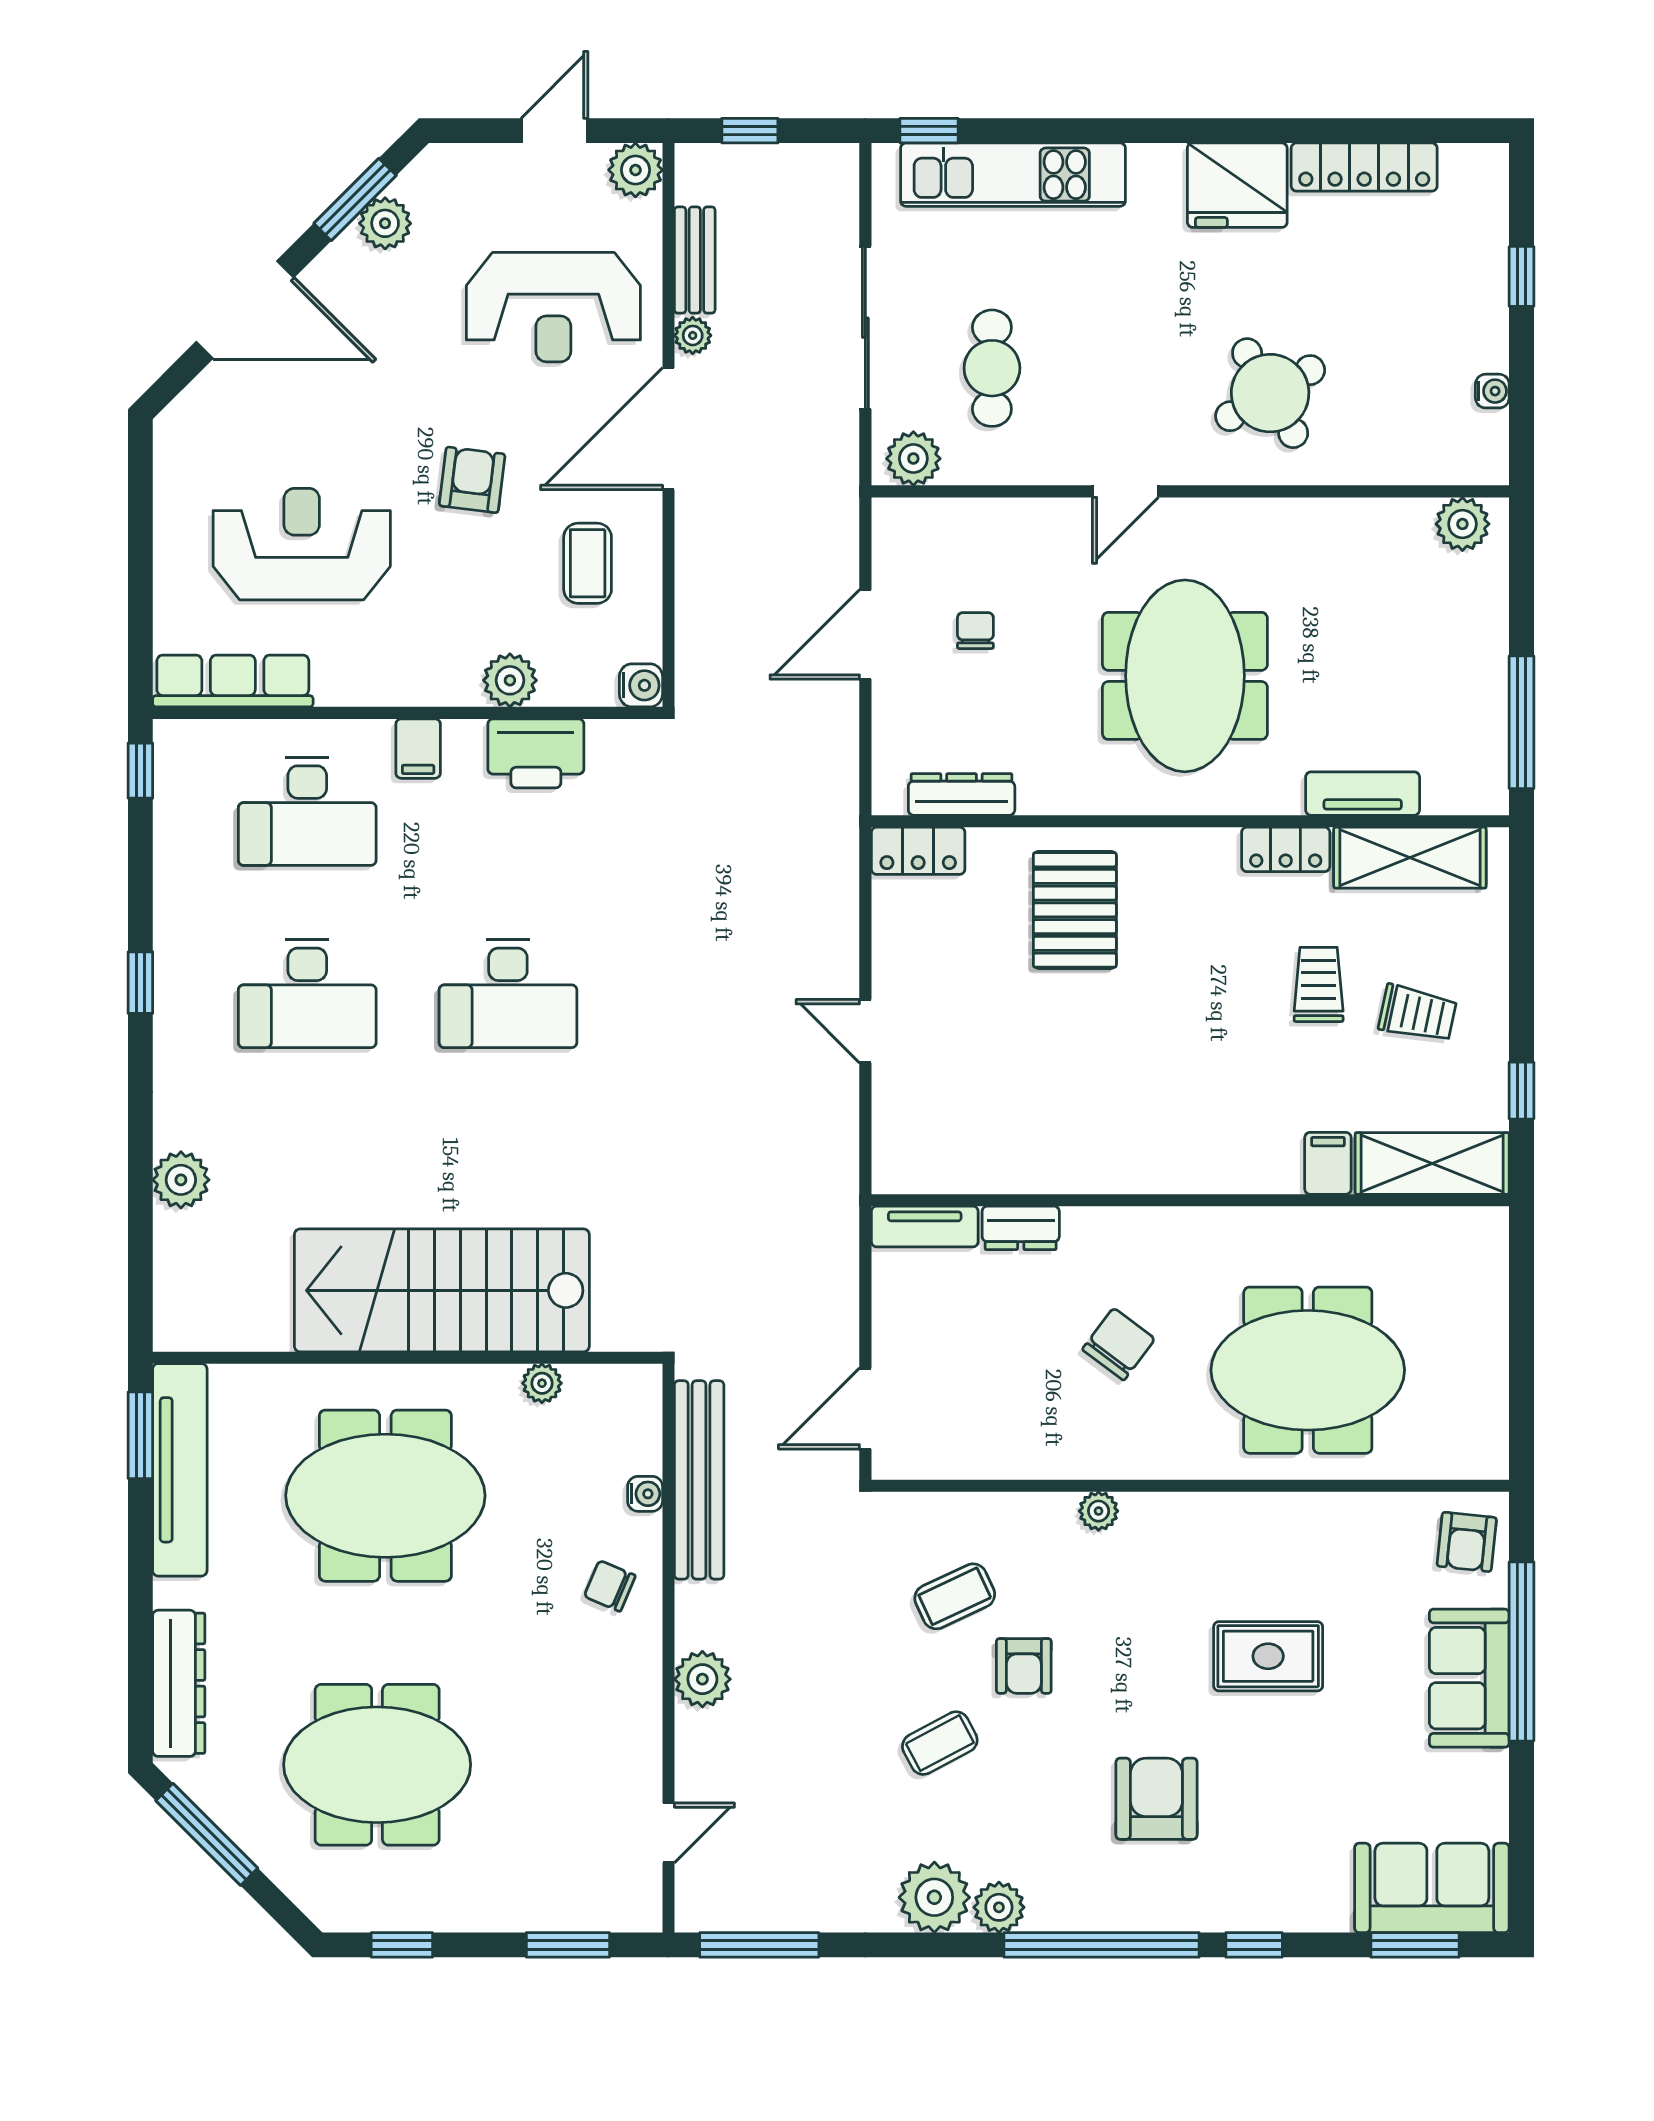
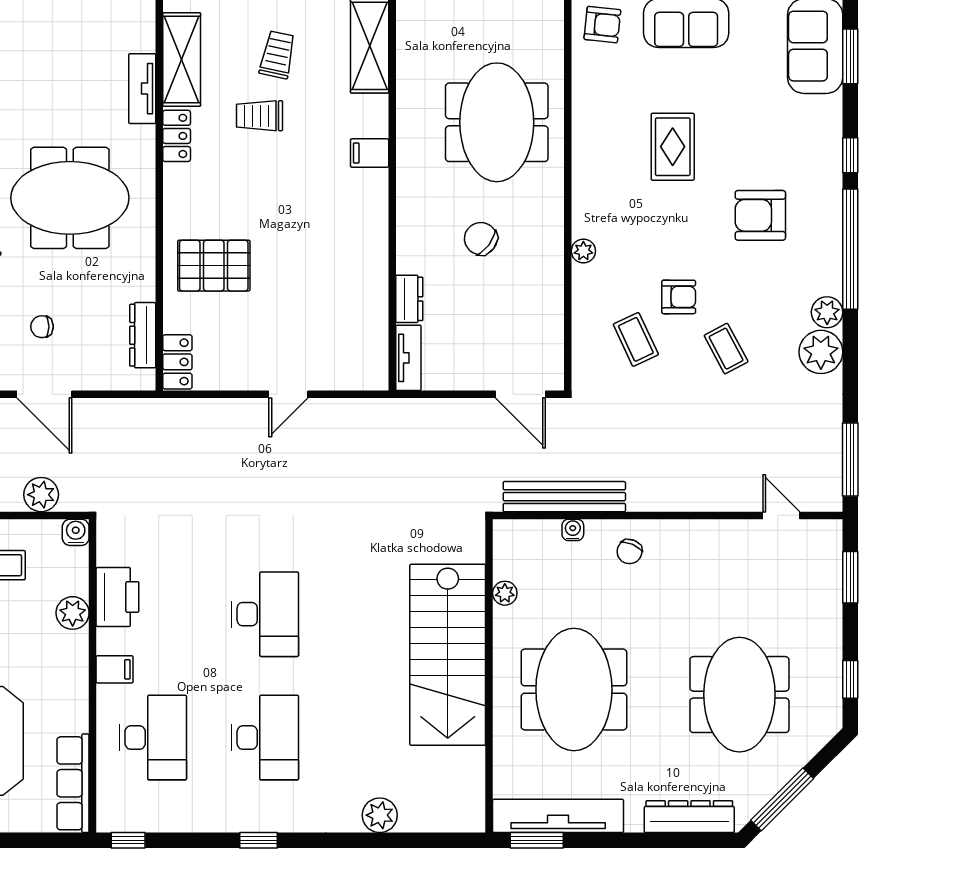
filing cabinet: (1328, 1163) -> (370, 153), moved
plant: (702, 1679) -> (41, 495), moved

